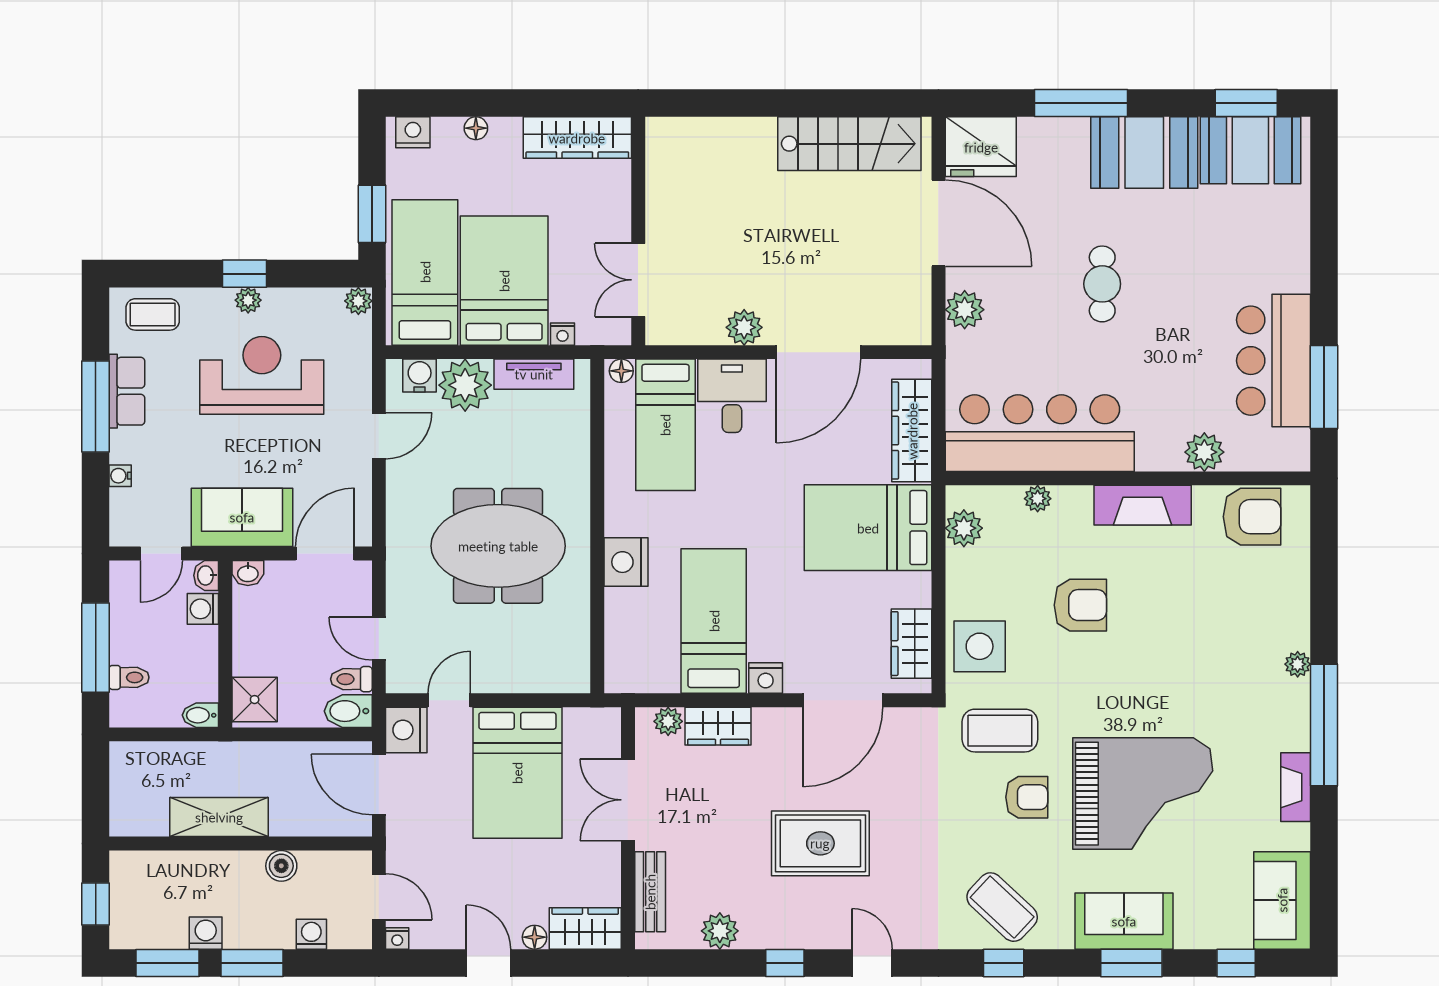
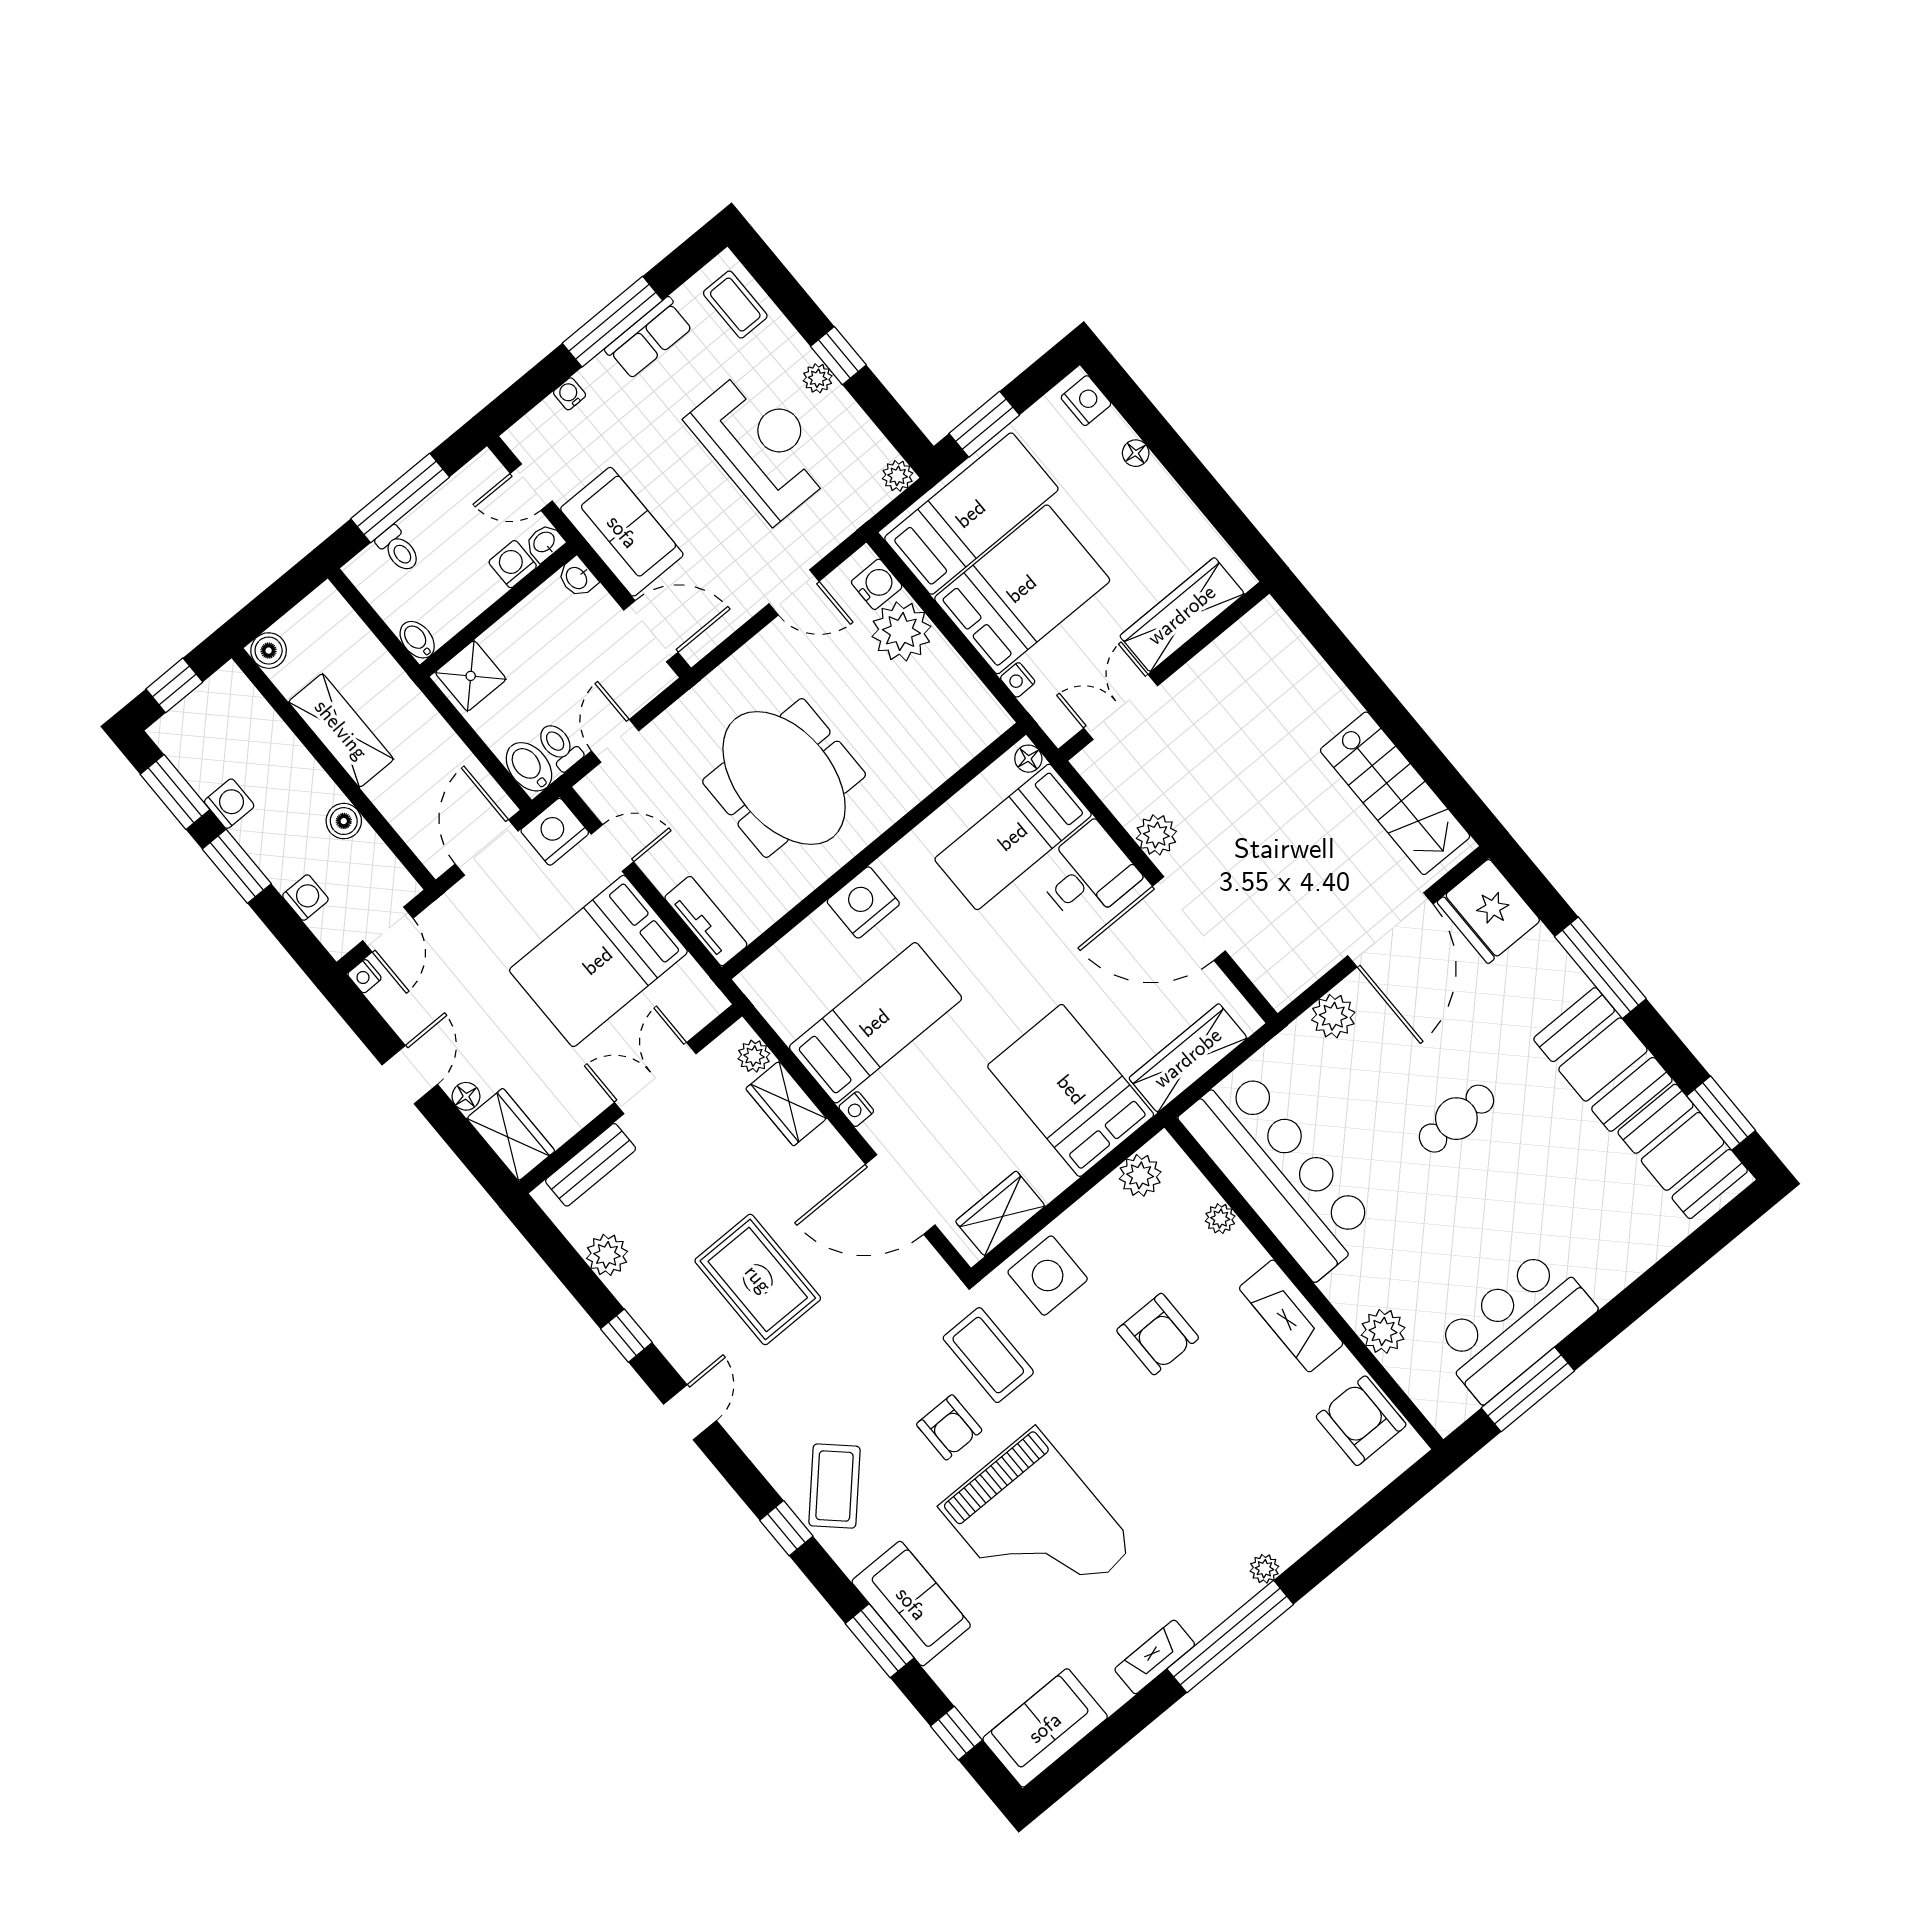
wardrobe: (577, 138) -> (1182, 615), moved, turned 90
tv unit: (534, 374) -> (706, 921), moved, turned 180
armchair: (1252, 517) -> (1361, 1421), turned 180
nightstand: (766, 678) -> (856, 1109), width x0.72, depth x0.74
boiler: (125, 821) -> (269, 651), added

